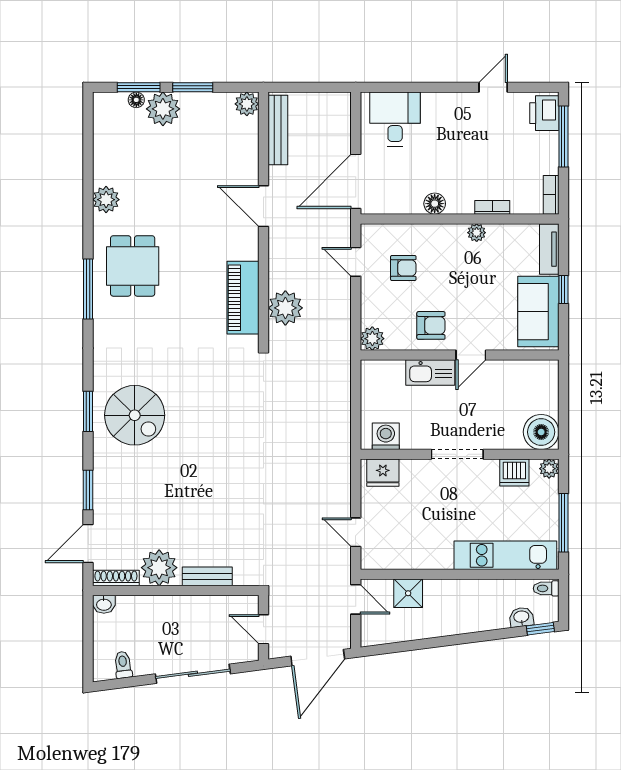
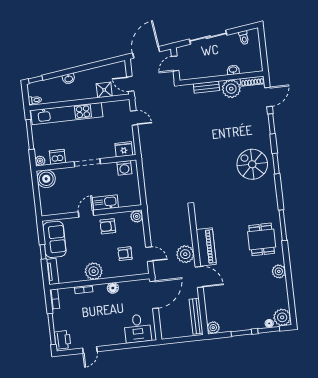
plant: (163, 109) -> (282, 317), moved
plant: (477, 233) -> (94, 271), width x1.88, depth x1.88
piano: (243, 298) -> (206, 247), moved
plant: (285, 308) -> (185, 254), moved
kitchen unit: (505, 555) -> (67, 114), width x1.36
washbasin: (104, 604) -> (233, 70), moved
washbasin: (521, 617) -> (69, 79), moved
door: (263, 629) -> (175, 64), swing flipped

